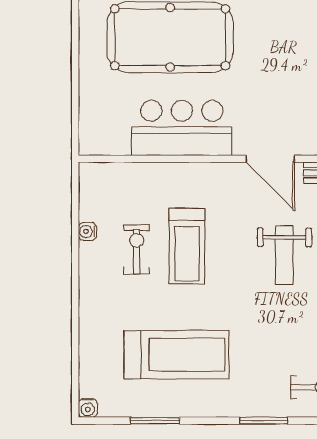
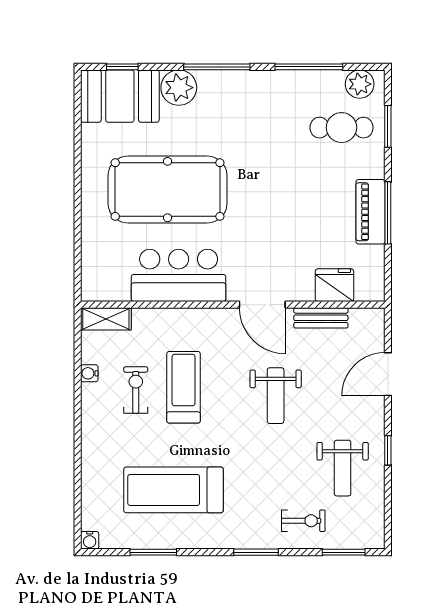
shelving: (105, 174) -> (106, 319), added
treadmill: (187, 246) -> (184, 387), turned 180
treadmill: (176, 355) -> (174, 490), turned 180

